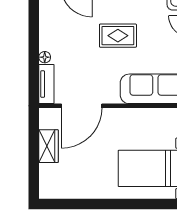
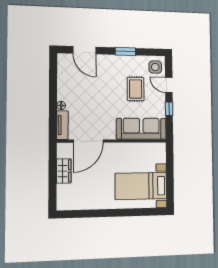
rug: (118, 36) -> (136, 89), moved, turned 90

